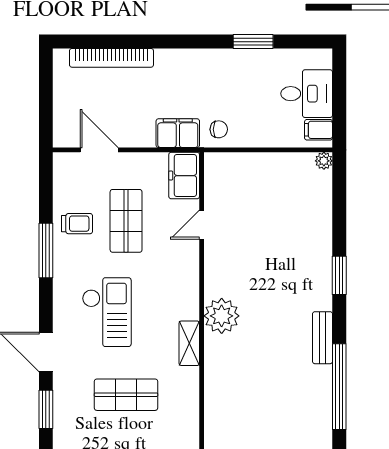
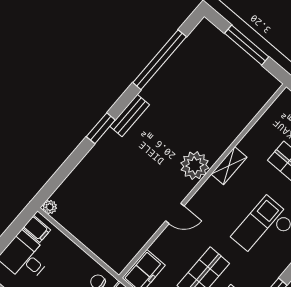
door: (202, 225) -> (175, 213), moved
bench: (323, 338) -> (130, 116), moved

